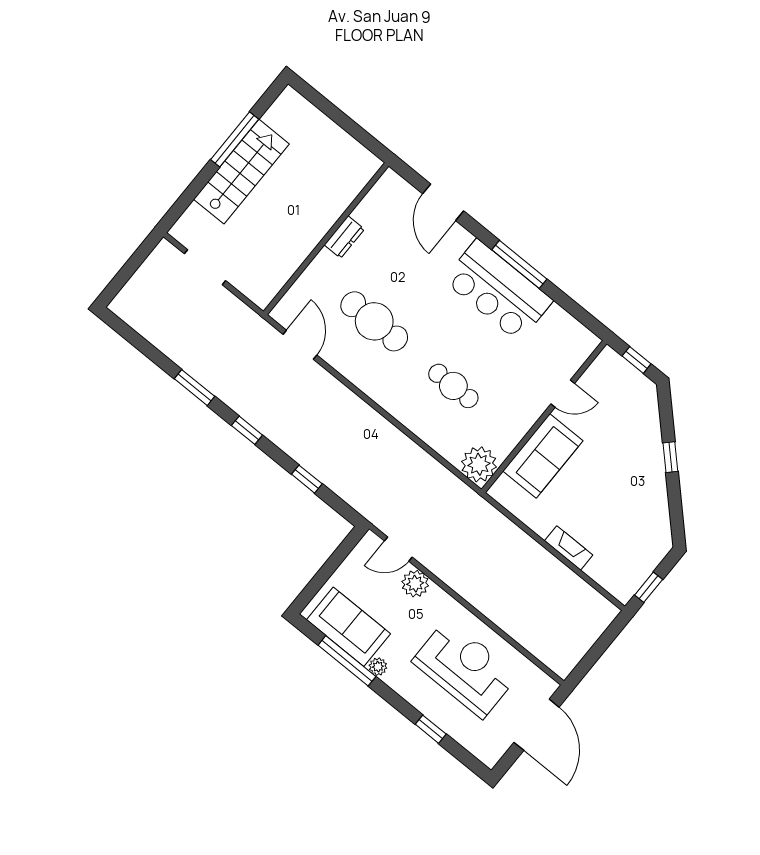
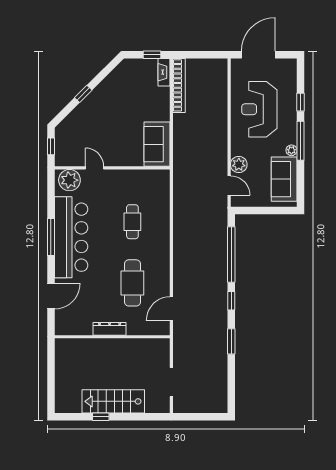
window: (235, 139) -> (101, 417), width x0.46
dresser: (344, 237) -> (110, 329), width x1.44
bar counter: (498, 290) -> (71, 237), width x1.36
sofa: (543, 456) -> (157, 144), moved, turned -90
plant: (479, 464) -> (69, 180), moved
window: (307, 479) -> (231, 254), width x3.17
fireplace: (569, 548) -> (164, 72), moved
bookcase: (580, 590) -> (179, 85), added
window: (347, 661) -> (301, 141), moved

